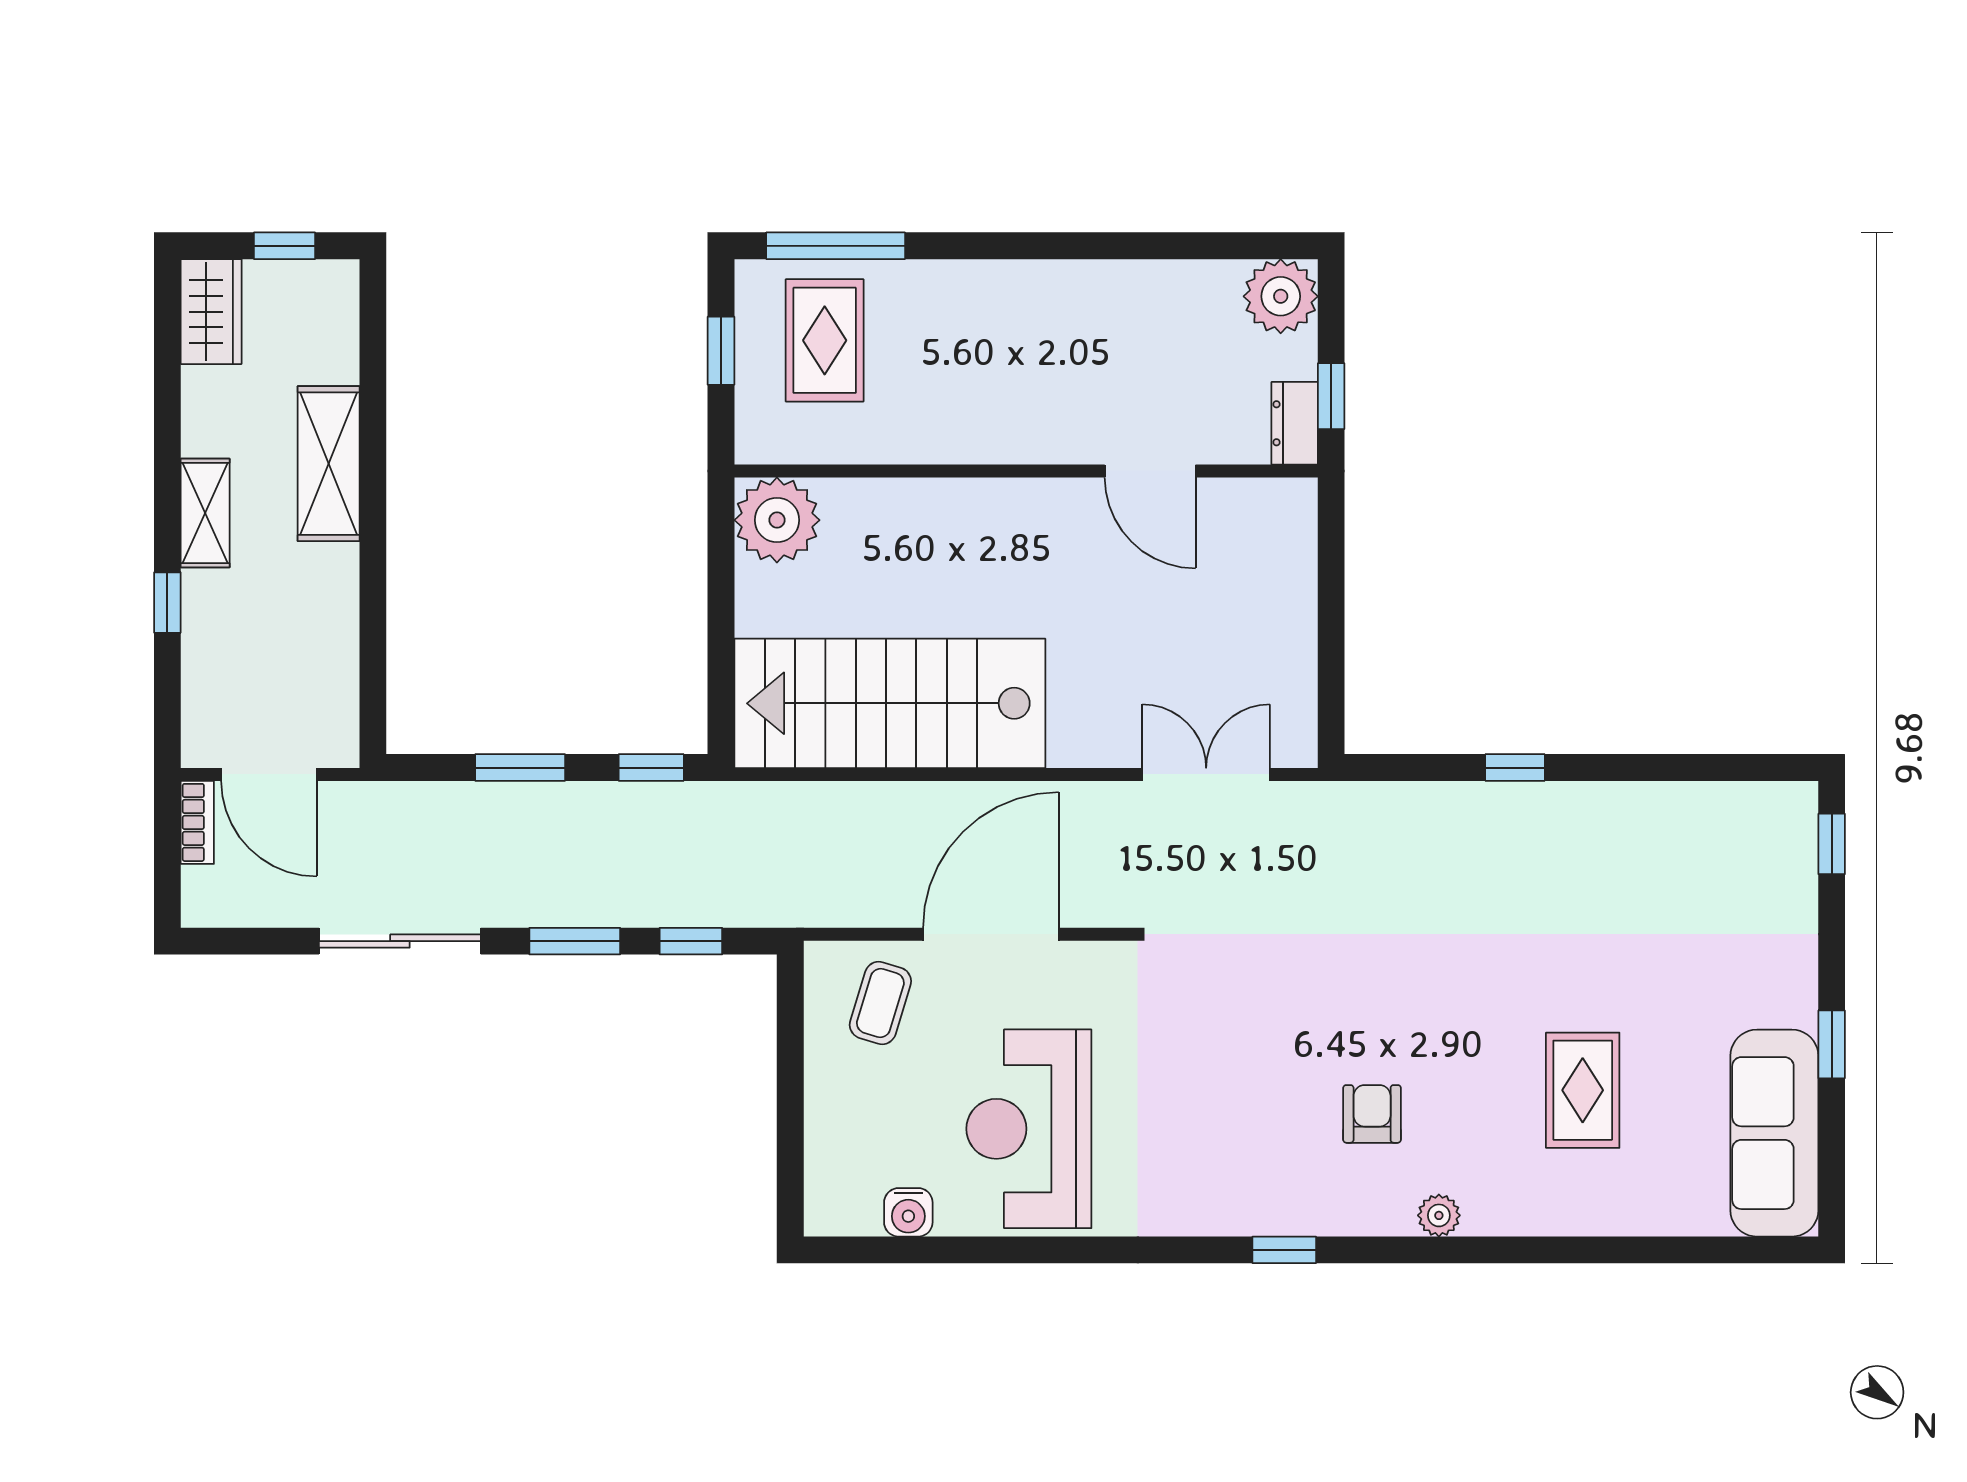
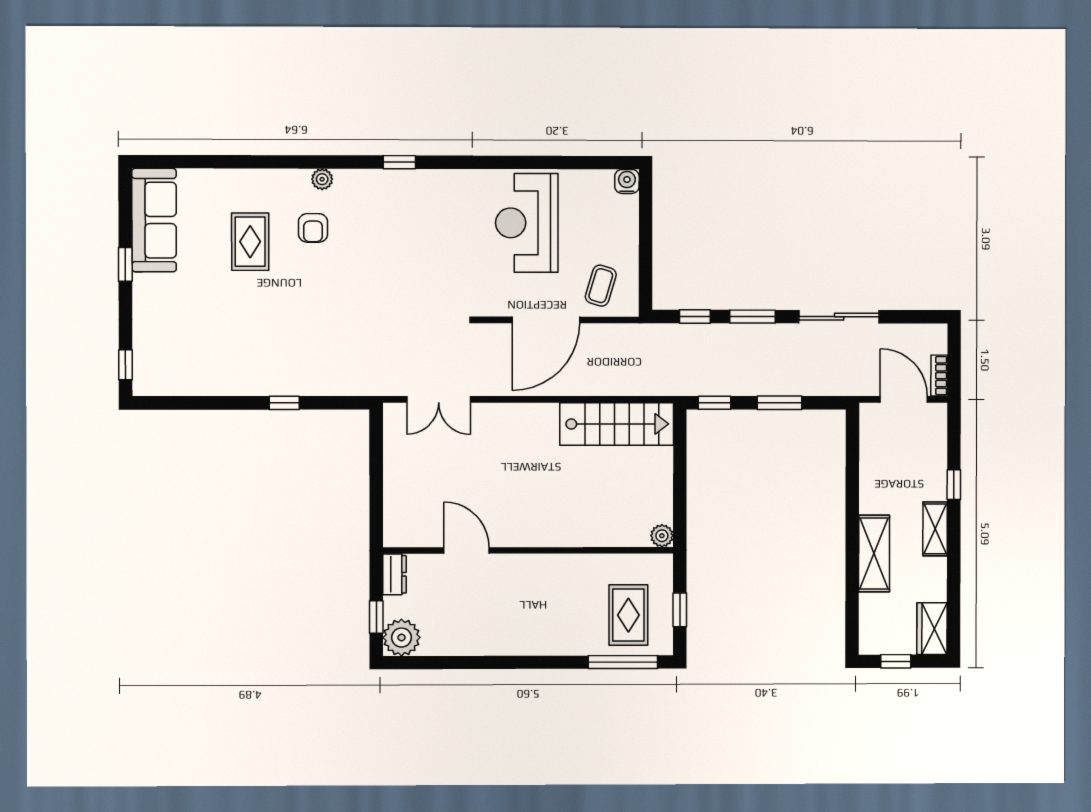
window: (1331, 396) -> (376, 617), moved
plant: (777, 520) -> (662, 536), width x0.53, depth x0.53
stairs: (890, 703) -> (617, 424), width x0.73, depth x0.66
armchair: (1372, 1114) -> (313, 228), moved
reception desk: (1029, 1129) -> (527, 223), turned 180
water cooler: (908, 1212) -> (627, 181), moved

